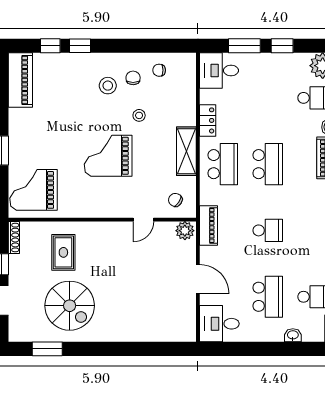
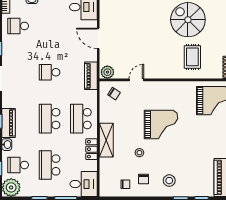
stool: (108, 86) -> (169, 181), moved
shelving: (186, 151) -> (106, 140), moved
school desk: (268, 297) -> (50, 165), moved

